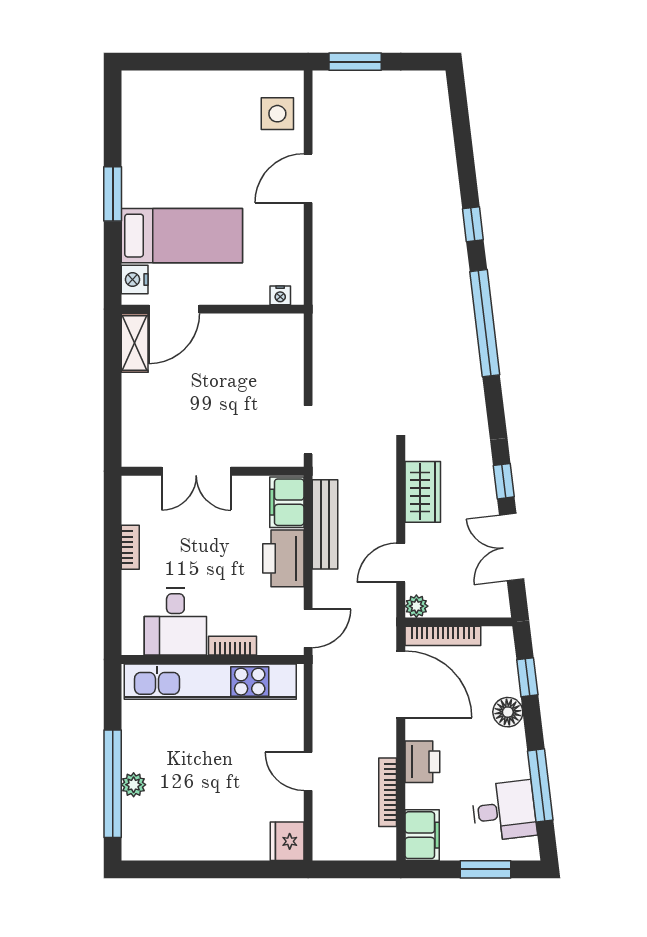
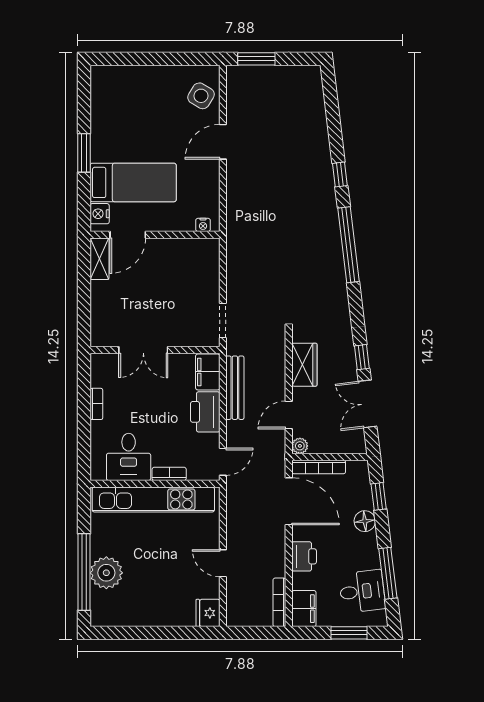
side table: (277, 114) -> (201, 96), turned 31
plant: (134, 785) -> (106, 573), width x1.88, depth x1.88
bookcase: (388, 792) -> (279, 602), moved

